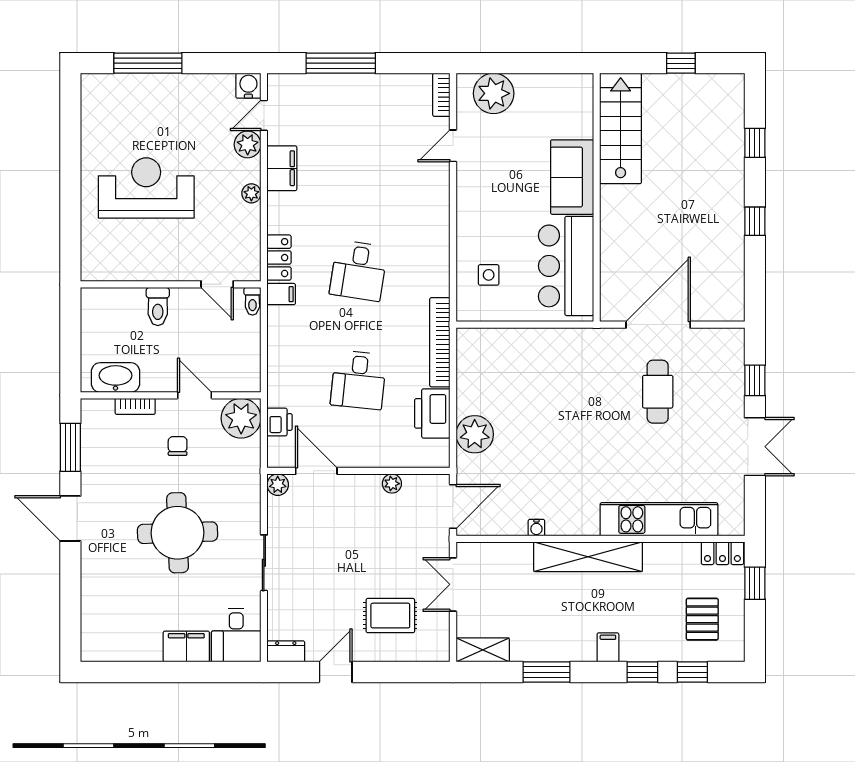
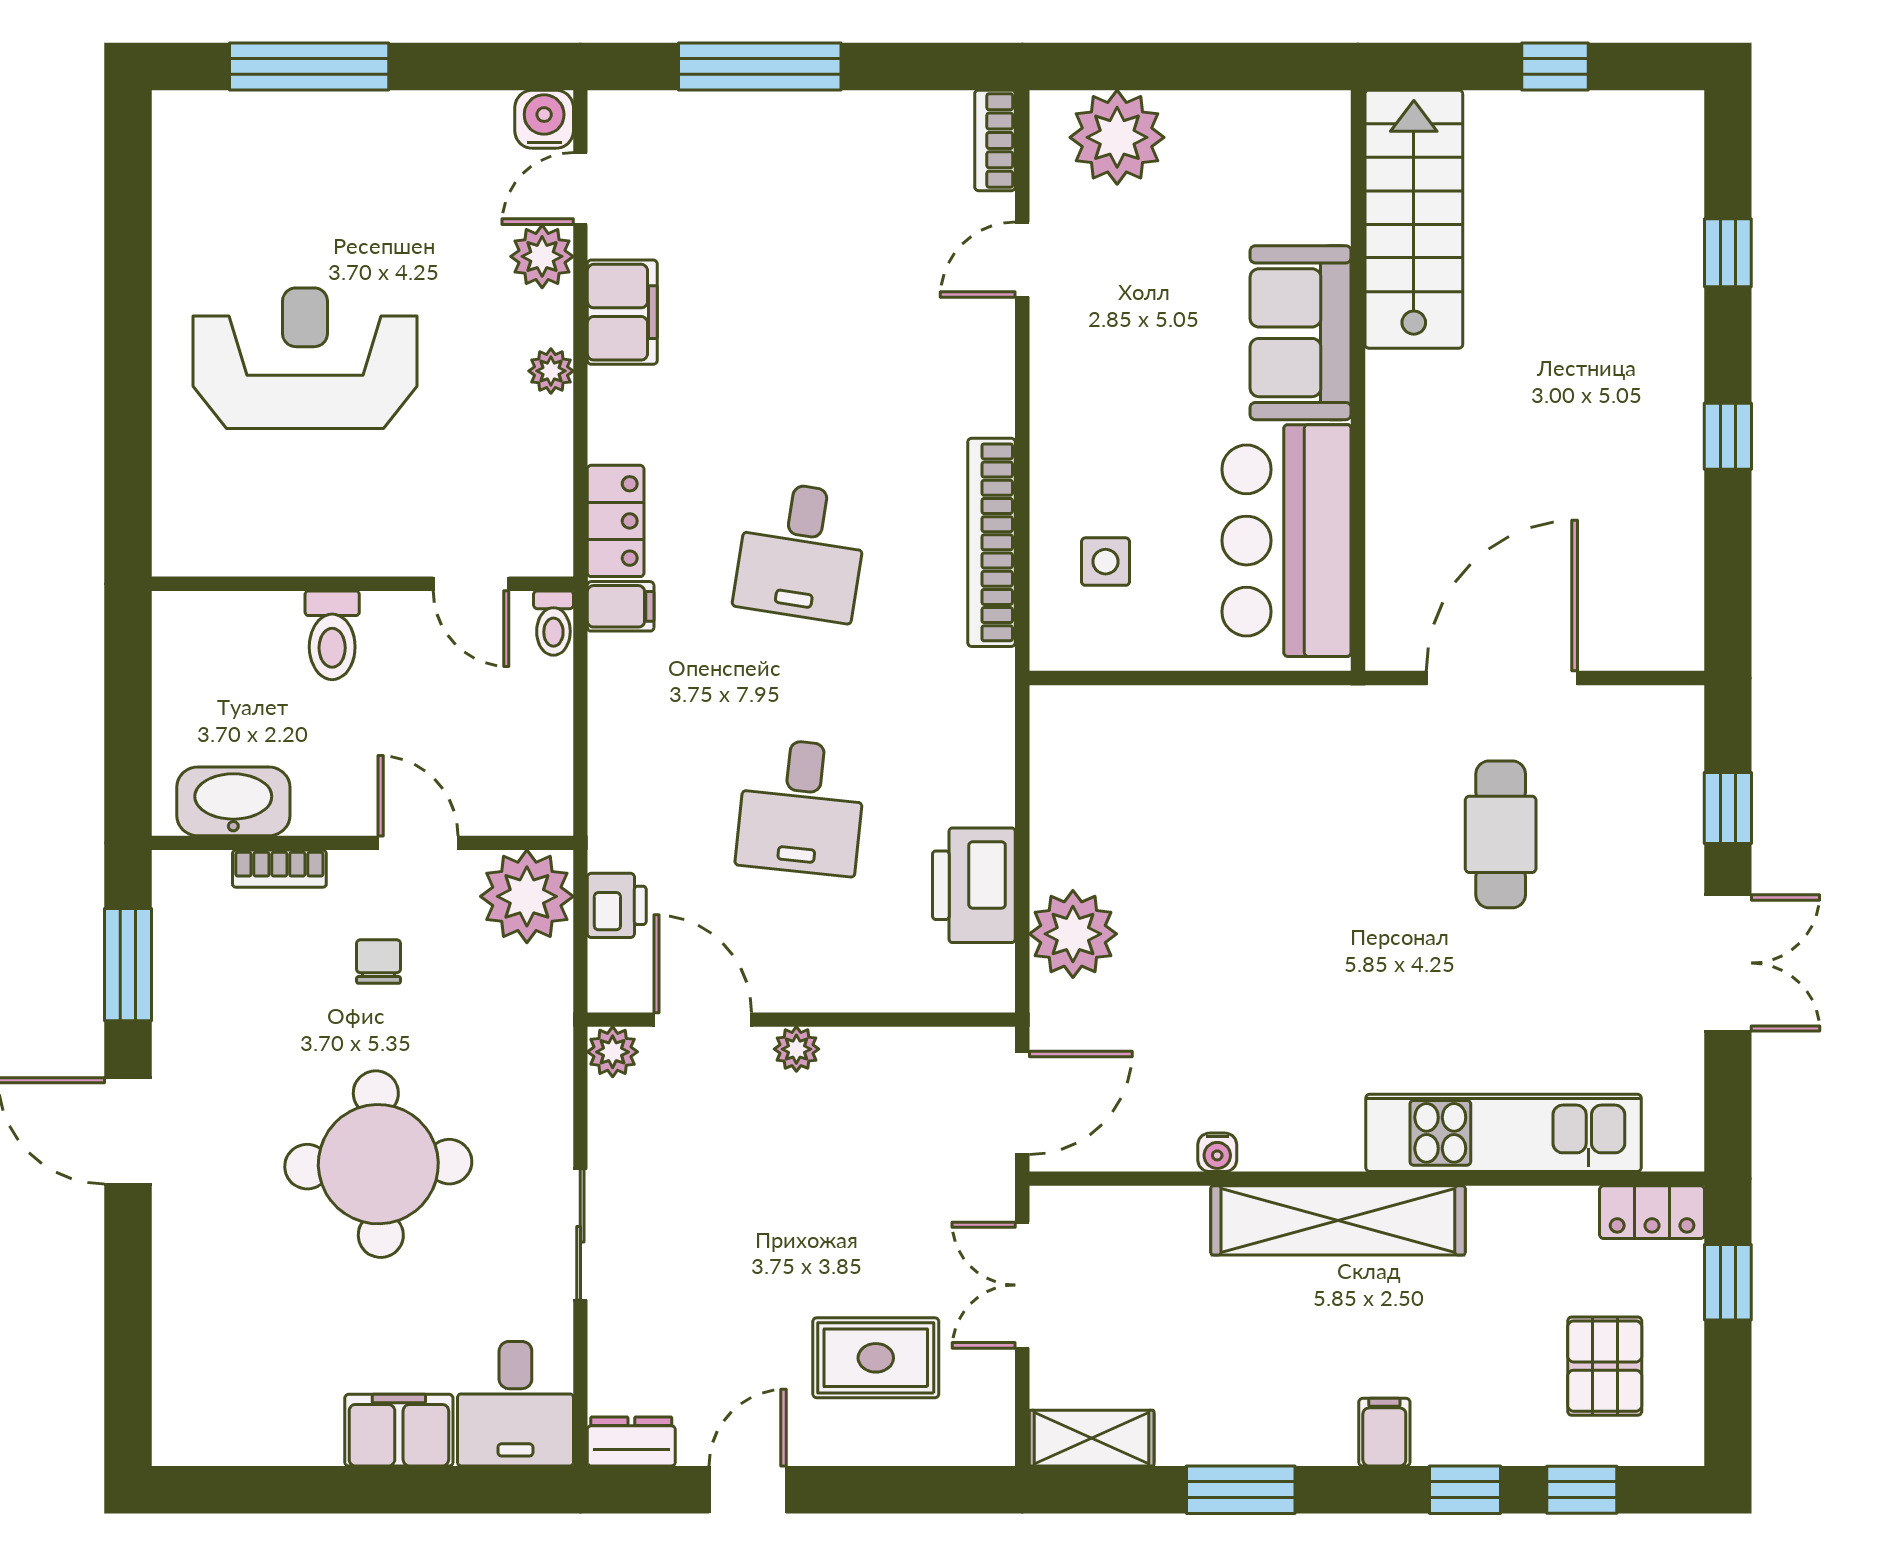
bookcase: (440, 342) -> (991, 542), moved
plant: (392, 484) -> (796, 1049), moved

